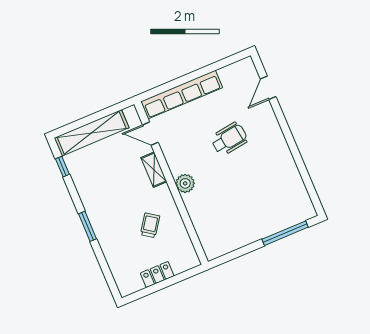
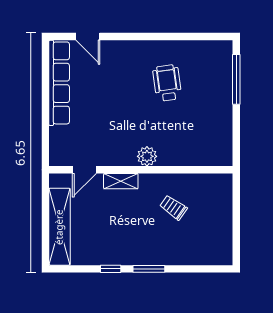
row of seats: (182, 95) -> (59, 83), moved
wheelchair: (229, 139) -> (167, 83), moved
window: (62, 167) -> (111, 269), moved
locker: (157, 275) -> (224, 221), removed

